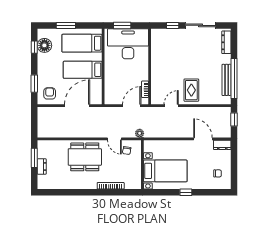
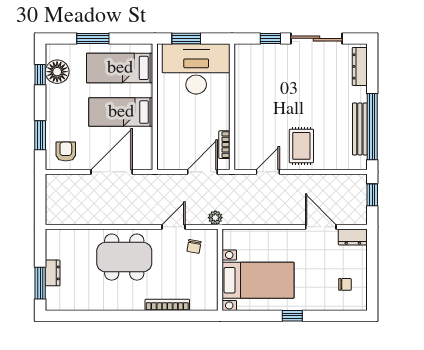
door: (114, 139) -> (174, 227), swing flipped
window: (34, 158) -> (40, 283), moved

